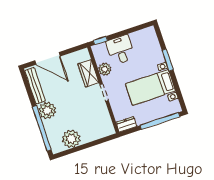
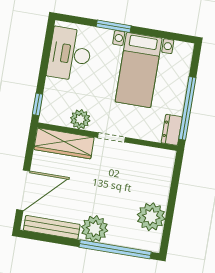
desk: (120, 50) -> (70, 54), moved, width x1.37
wardrobe: (88, 73) -> (64, 143), width x1.50
window: (160, 121) -> (187, 108), moved

